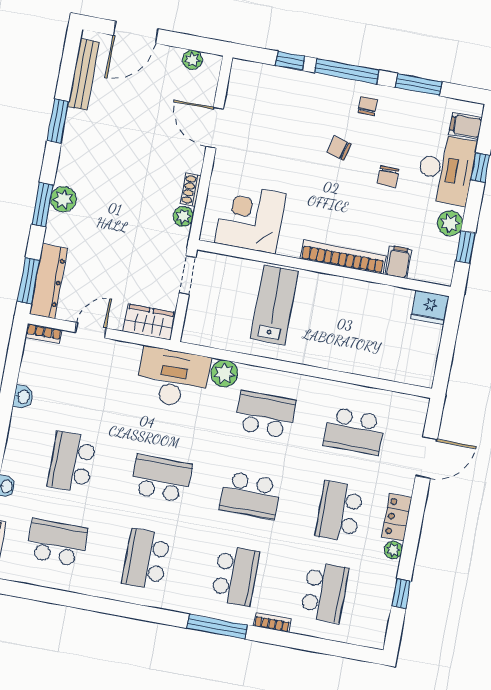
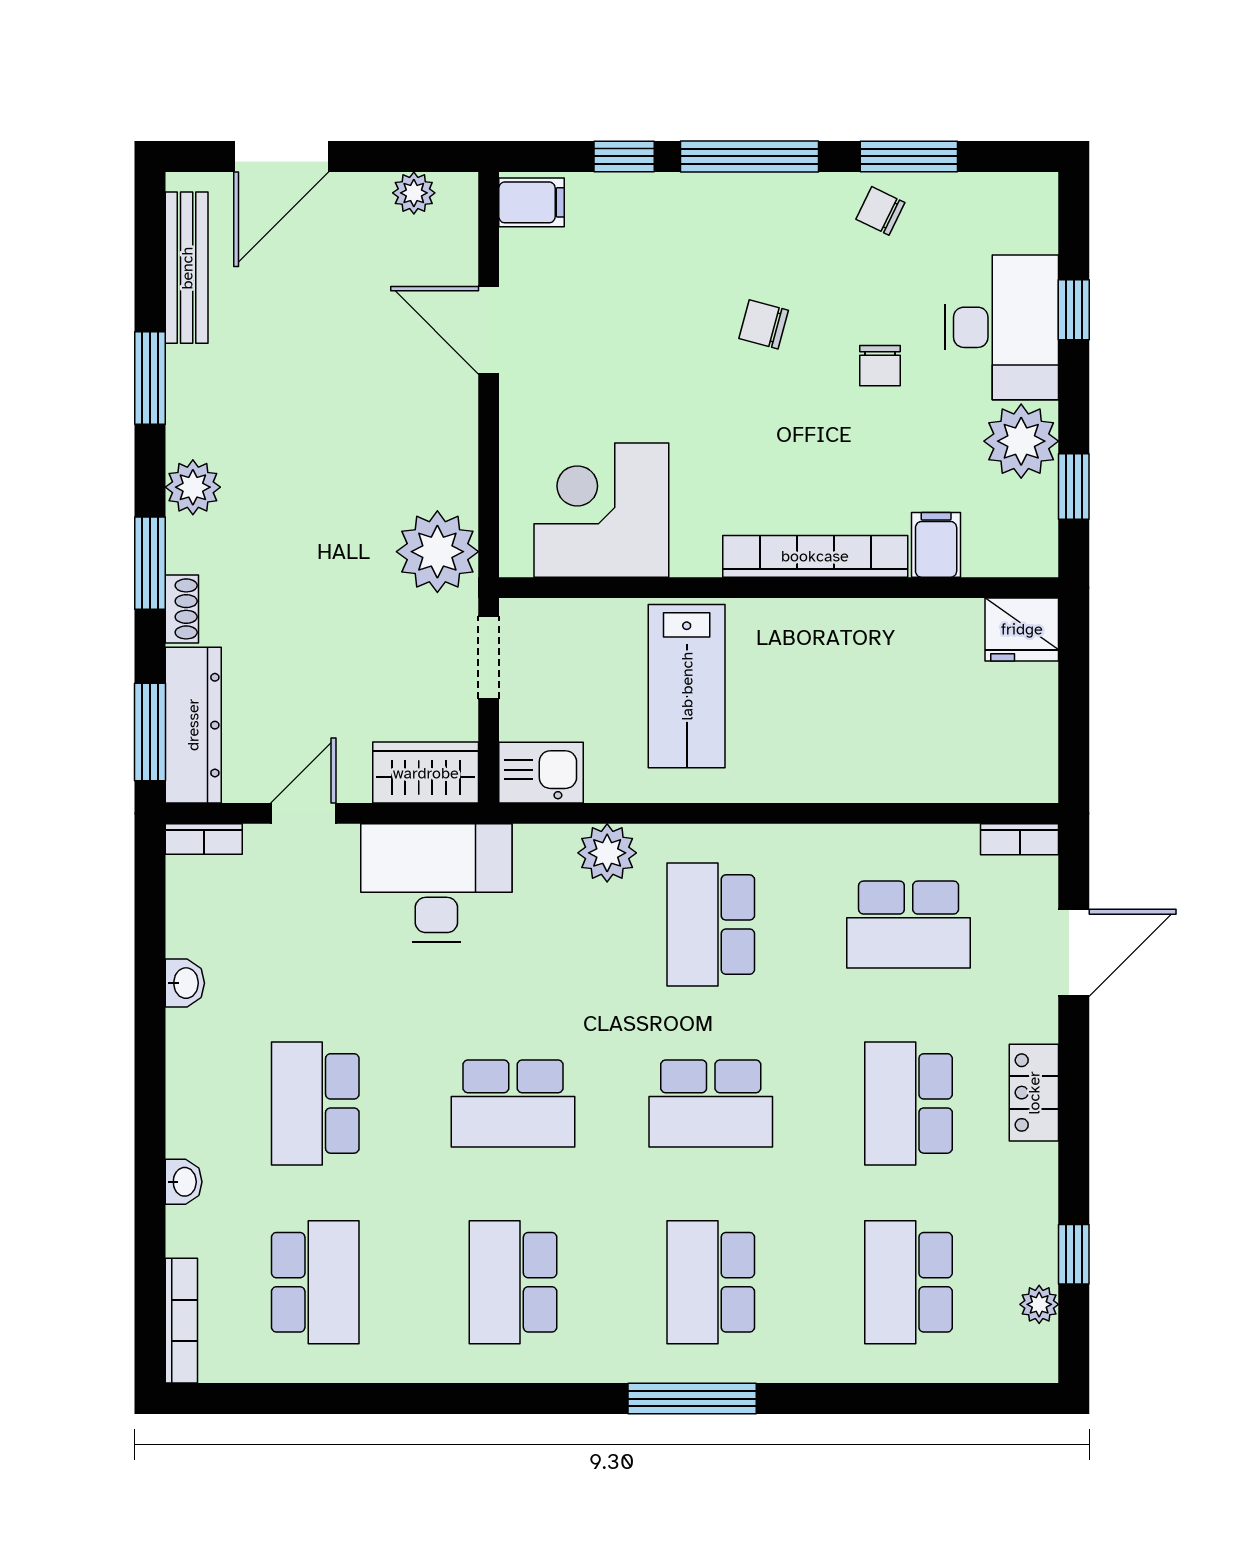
chair: (368, 106) -> (880, 211), moved, turned -64
filing cabinet: (466, 126) -> (532, 202), moved, turned 180
shoe rack: (191, 190) -> (182, 609), moved, turned 180
plant: (63, 199) -> (193, 487), moved
plant: (183, 216) -> (437, 552), width x1.87, depth x1.87
plant: (450, 223) -> (1021, 441), width x1.36, depth x1.36
lab bench: (274, 305) -> (687, 686), turned 180
kitchen sink: (201, 332) -> (541, 773), added
desk: (173, 378) -> (436, 883), moved
school desk: (265, 414) -> (711, 925), turned -90
school desk: (161, 479) -> (513, 1103), turned 180
school desk: (57, 543) -> (315, 1282), turned 90
plant: (393, 550) -> (1039, 1304), moved
school desk: (235, 576) -> (711, 1282), turned 180
school desk: (324, 592) -> (909, 1282), turned 180
bookcase: (272, 622) -> (1020, 839), moved, turned 180

